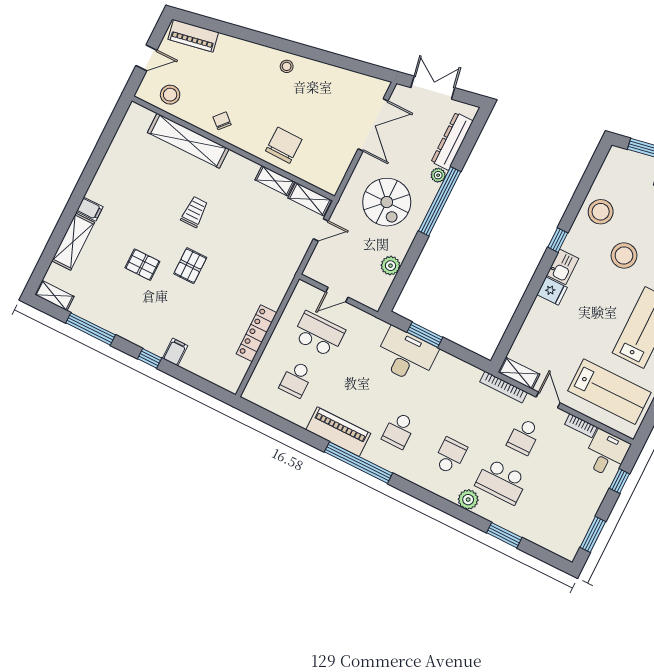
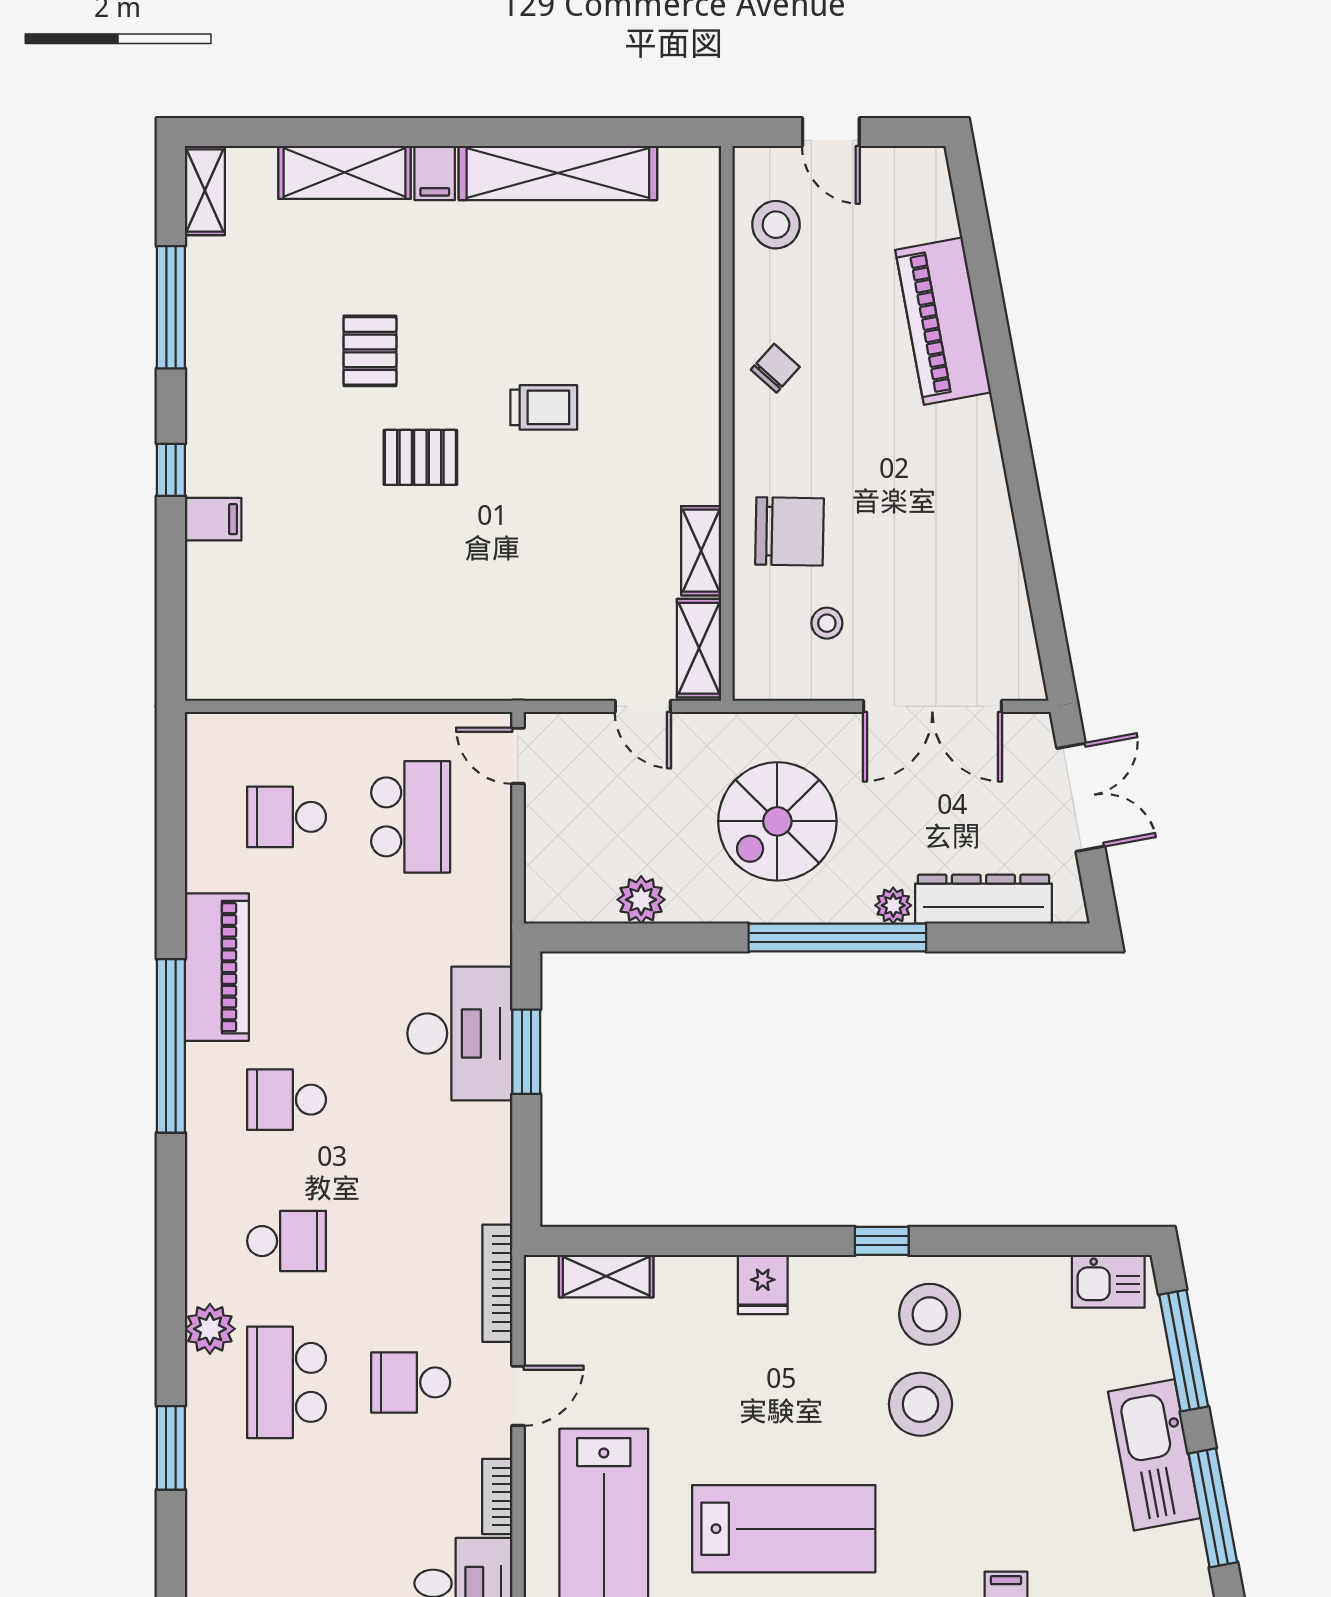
piano: (193, 36) -> (943, 321), moved, width x1.37, depth x1.33
stool: (287, 66) -> (827, 623), moved
shelving: (188, 141) -> (558, 173), moved, turned 90
stool: (601, 212) -> (930, 1314), moved
kitchen sink: (563, 267) -> (1108, 1281), moved
door: (337, 295) -> (518, 756), moved
locker: (257, 333) -> (344, 678), removed
shelving: (519, 373) -> (606, 1276), moved, turned 90

